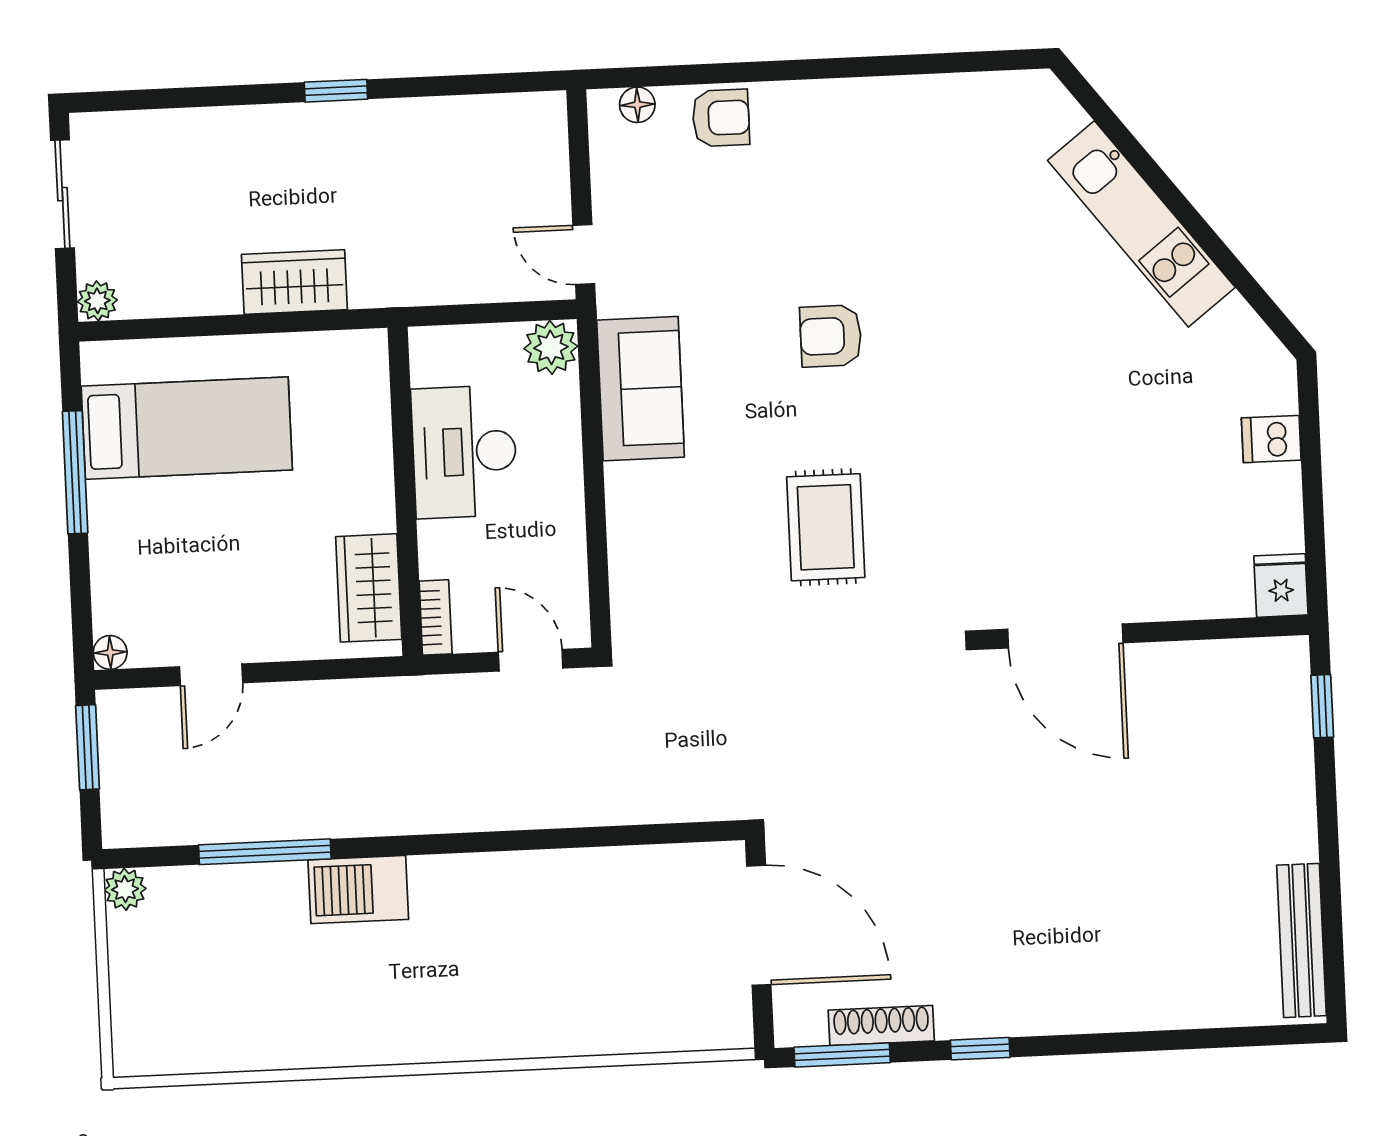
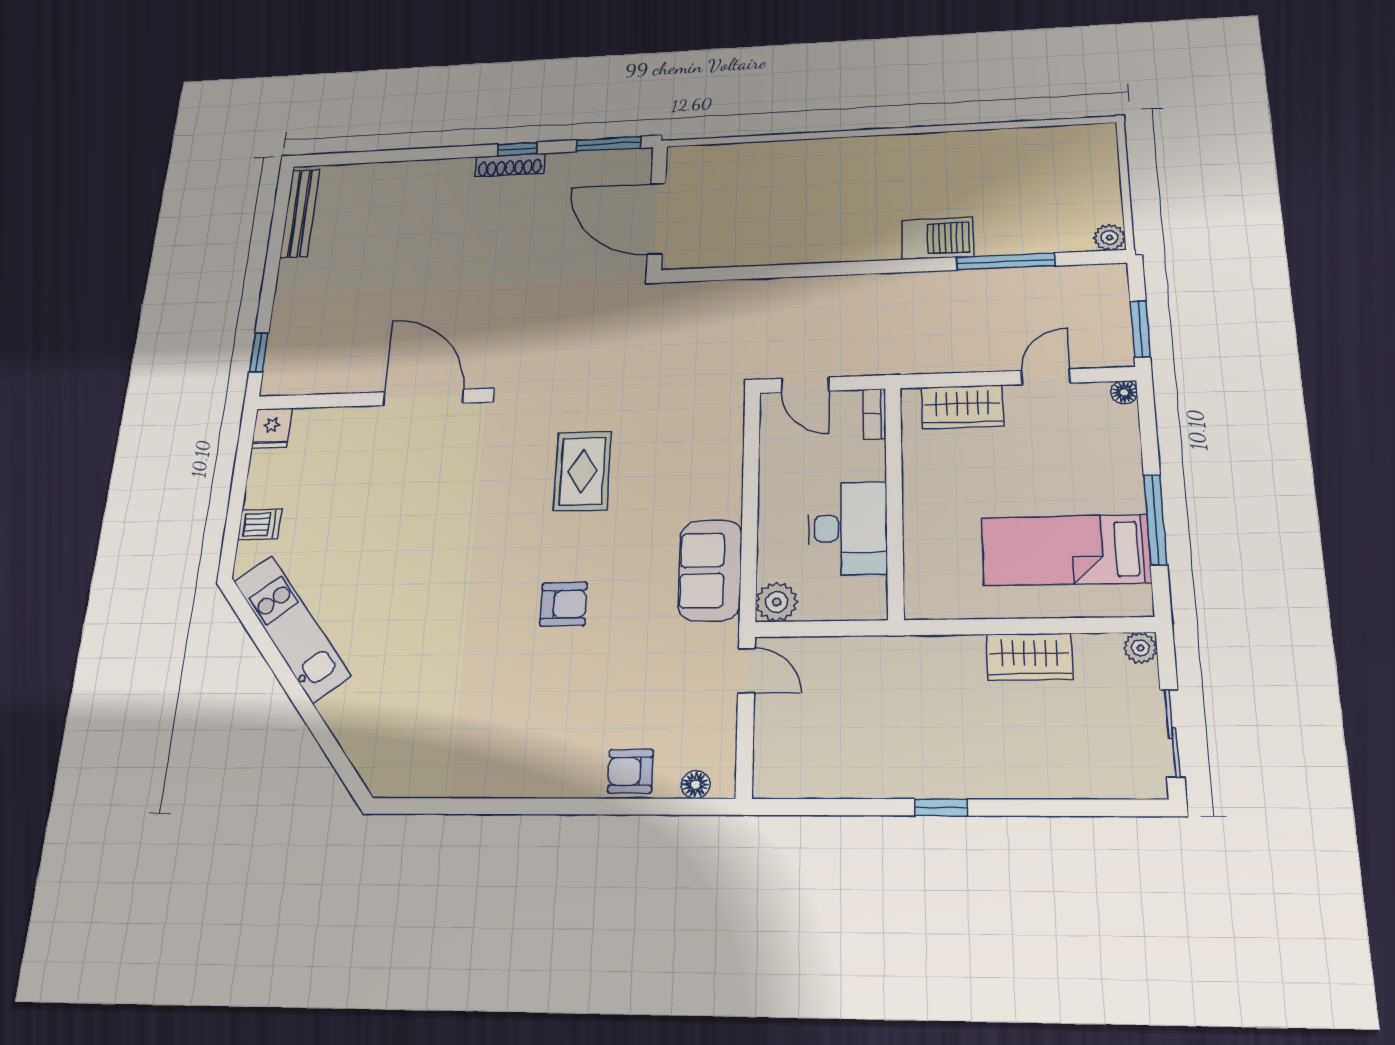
kitchen unit: (1141, 224) -> (292, 628), moved
wardrobe: (294, 282) -> (1029, 657), moved
wardrobe: (369, 588) -> (962, 407), moved, turned 90
shoe rack: (881, 1025) -> (510, 165), moved

